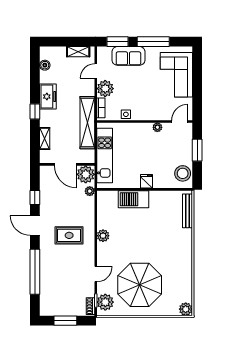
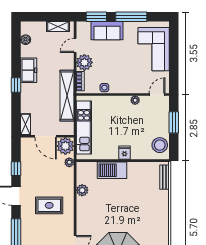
shelving: (45, 138) -> (25, 124), moved
bench: (187, 211) -> (164, 177), width x0.73
plant: (103, 236) -> (82, 190), moved

